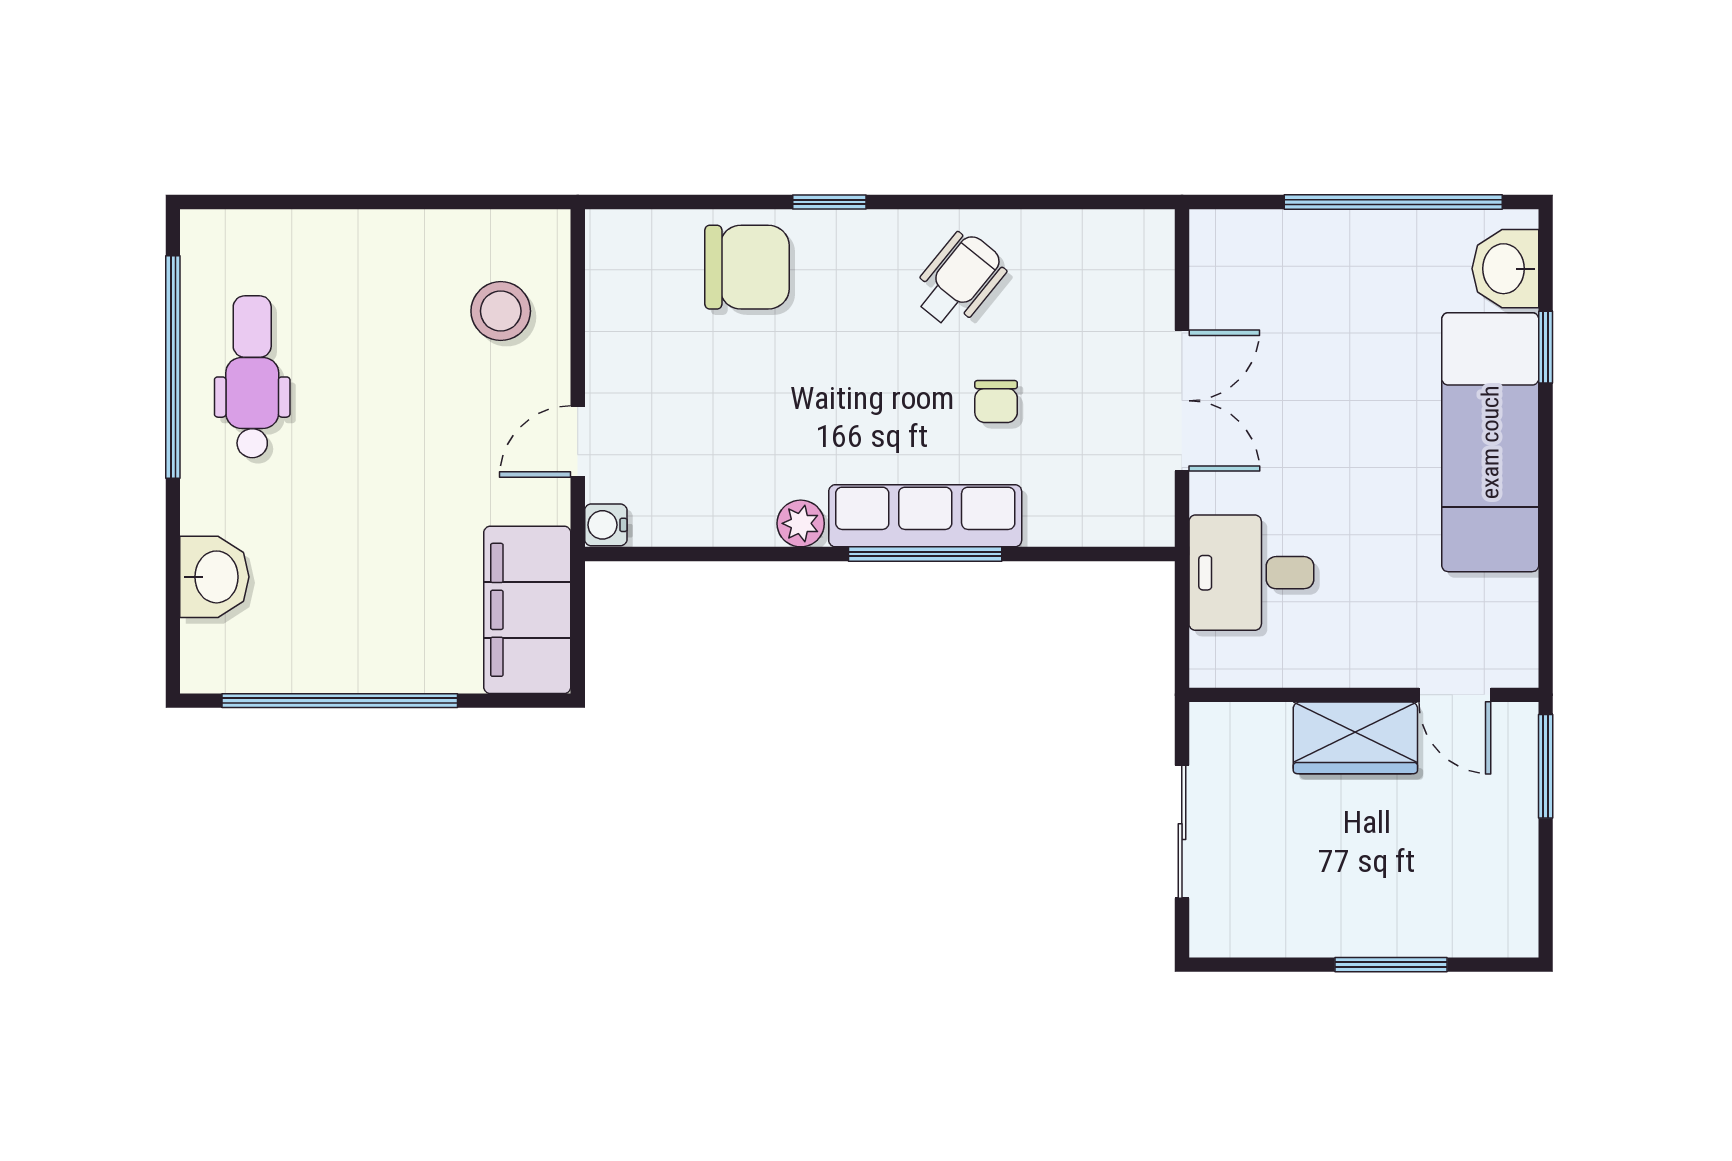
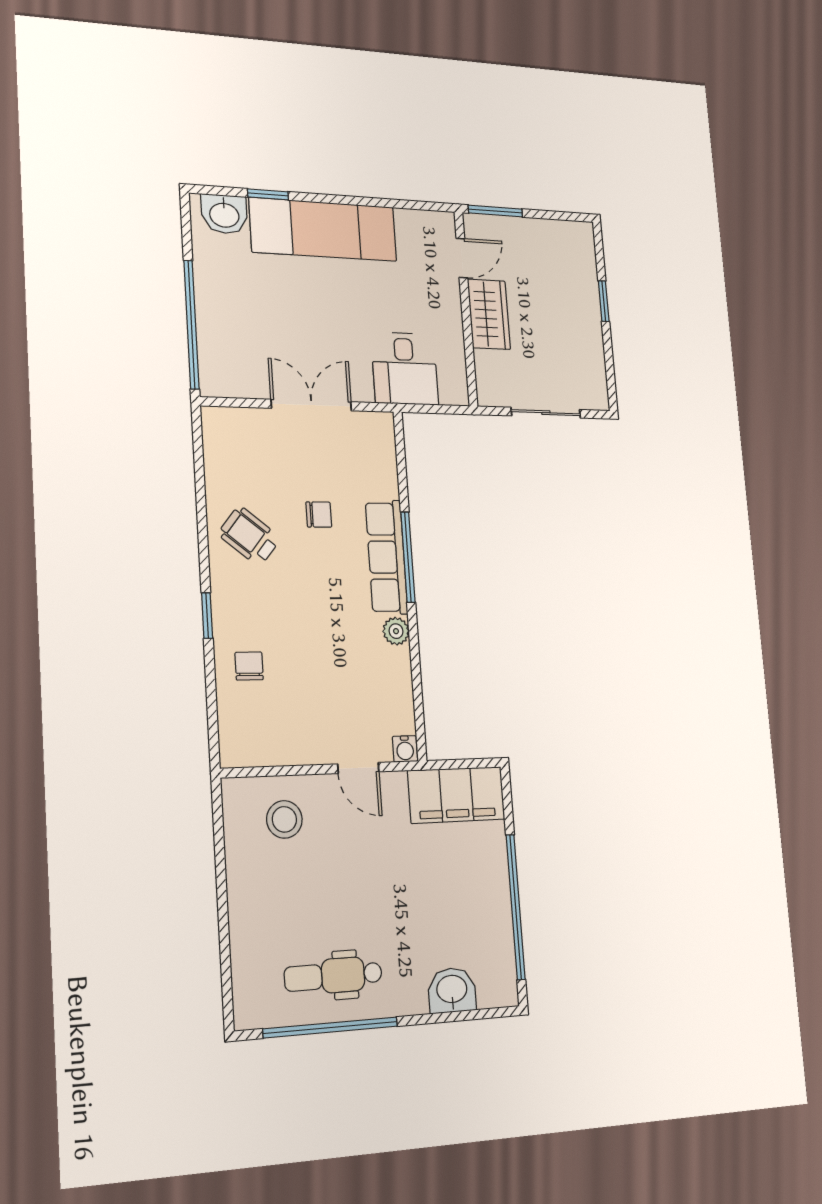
window: (1393, 202) -> (191, 325), moved
chair: (747, 267) -> (249, 666), width x0.54, depth x0.54
window: (1391, 965) -> (604, 301), width x0.67

